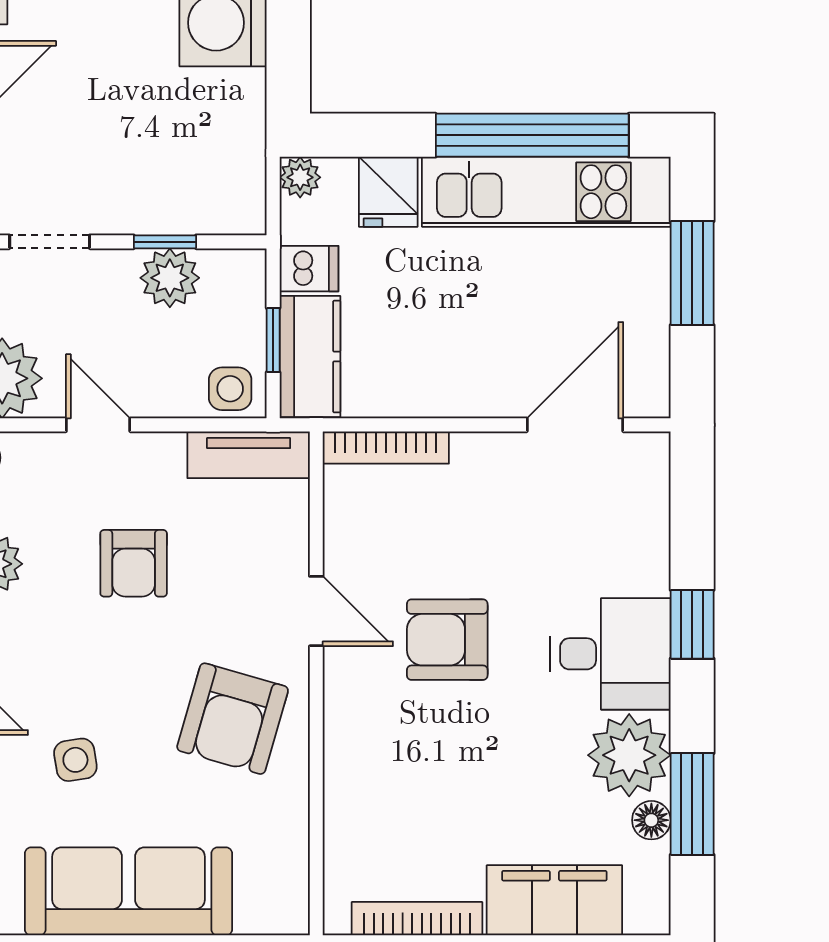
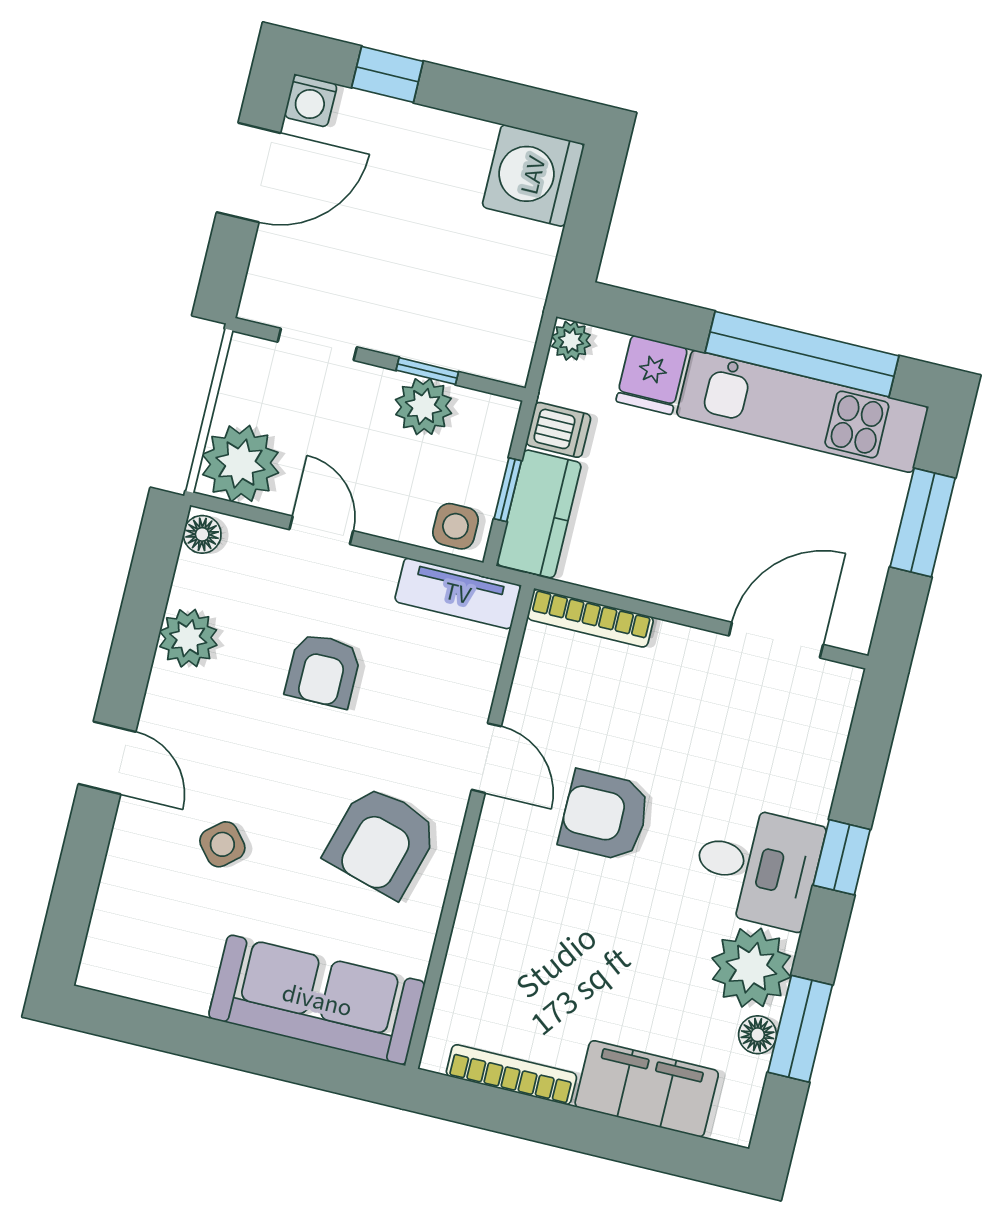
side table: (75, 760) -> (222, 844), turned -31
sofa: (129, 891) -> (317, 1000), moved

